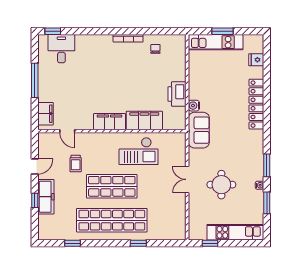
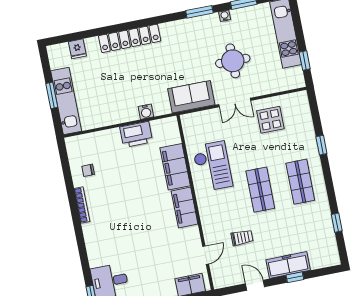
sofa: (199, 130) -> (191, 97), moved
shop shelf: (112, 186) -> (260, 190), width x0.70, depth x0.74
display table: (167, 206) -> (270, 120), added
shop shelf: (112, 220) -> (300, 182), width x0.50, depth x0.74

